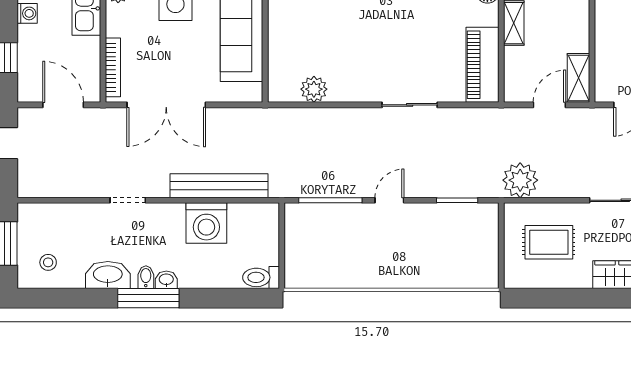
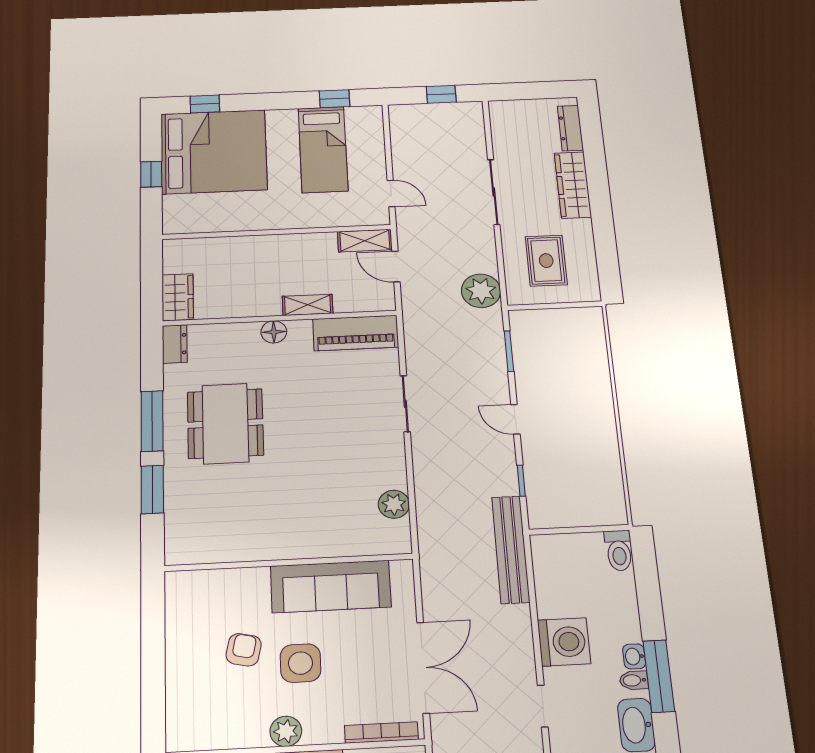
bench: (219, 186) -> (511, 549), moved
window: (330, 200) -> (521, 481), width x0.46
washing machine: (206, 223) -> (564, 642), moved

